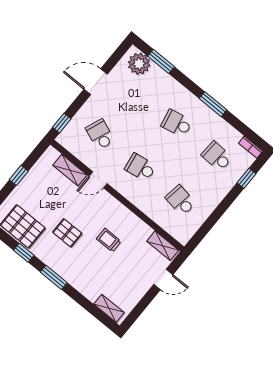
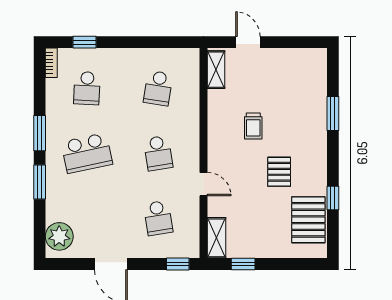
window: (161, 61) -> (40, 182), moved
school desk: (177, 123) -> (87, 153), width x1.85
school desk: (100, 134) -> (158, 218), turned -30
shelving: (70, 170) -> (217, 238), moved
window: (19, 175) -> (243, 264), moved
window: (54, 277) -> (333, 113), moved
shelving: (109, 308) -> (319, 72), removed

